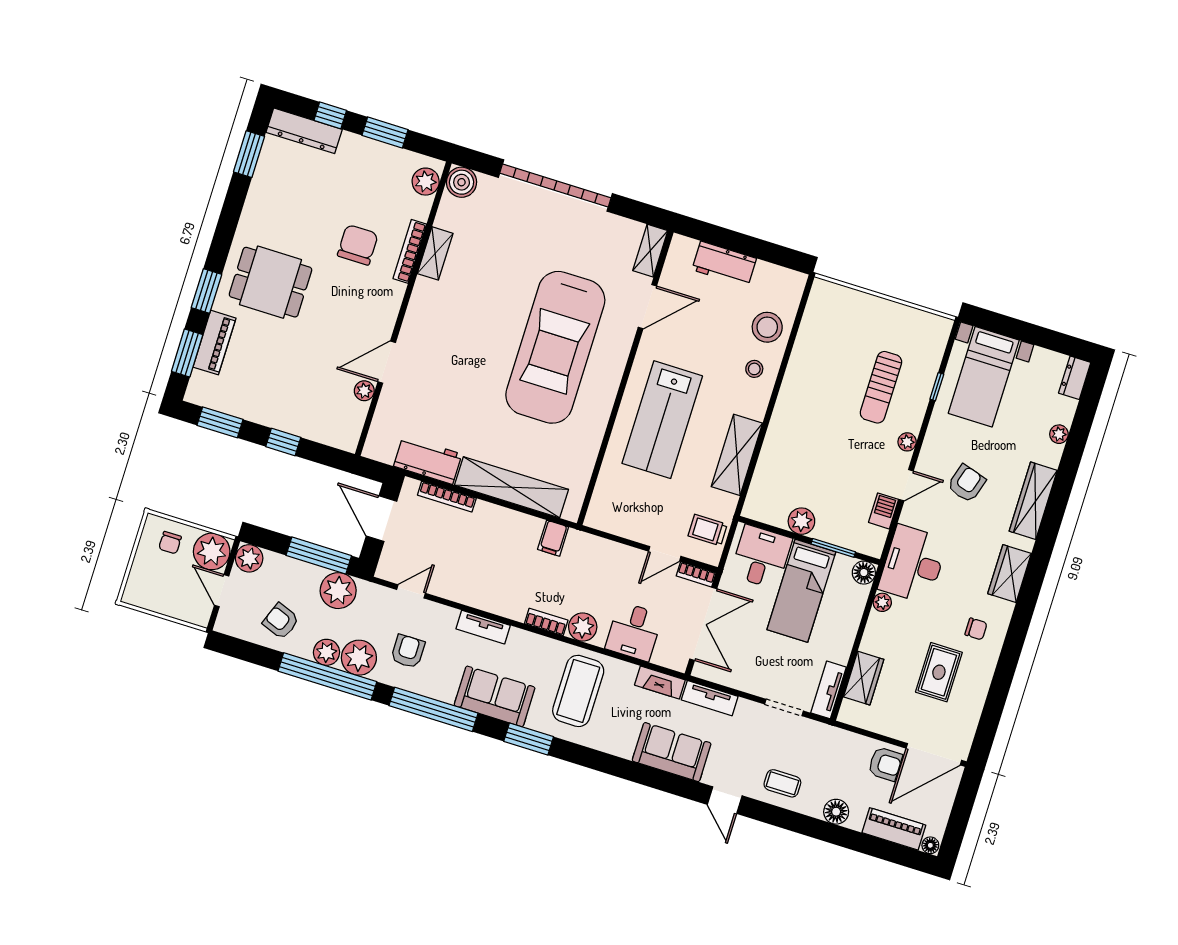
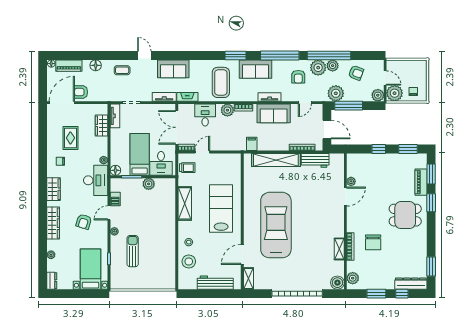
workbench: (724, 264) -> (215, 283), width x1.37
sofa: (485, 589) -> (274, 113), added

